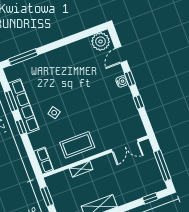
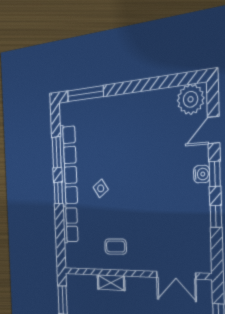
coffee table: (77, 145) -> (116, 246), width x0.54, depth x0.58
row of seats: (44, 161) -> (70, 225), moved

